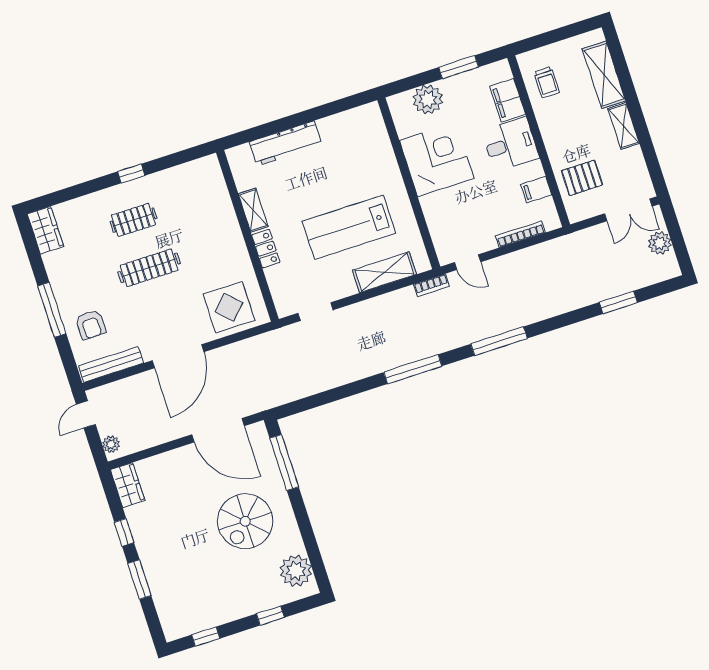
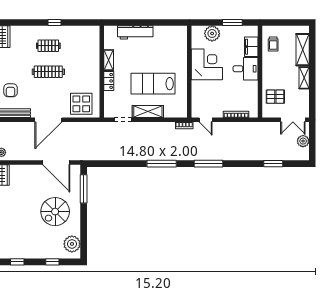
filing cabinet: (536, 190) -> (251, 95), removed
shelving: (384, 272) -> (148, 111), moved

